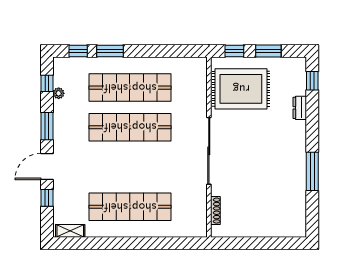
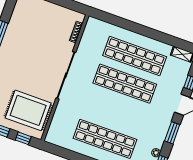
shop shelf: (130, 127) -> (125, 84), moved

